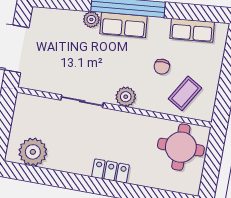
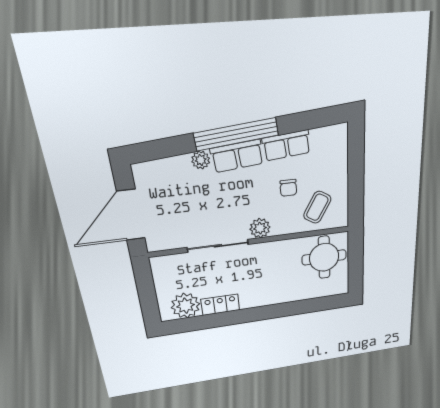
row of seats: (192, 30) -> (287, 145), moved
sliding door: (82, 101) -> (218, 246), width x1.37
locker: (111, 171) -> (220, 305), moved

